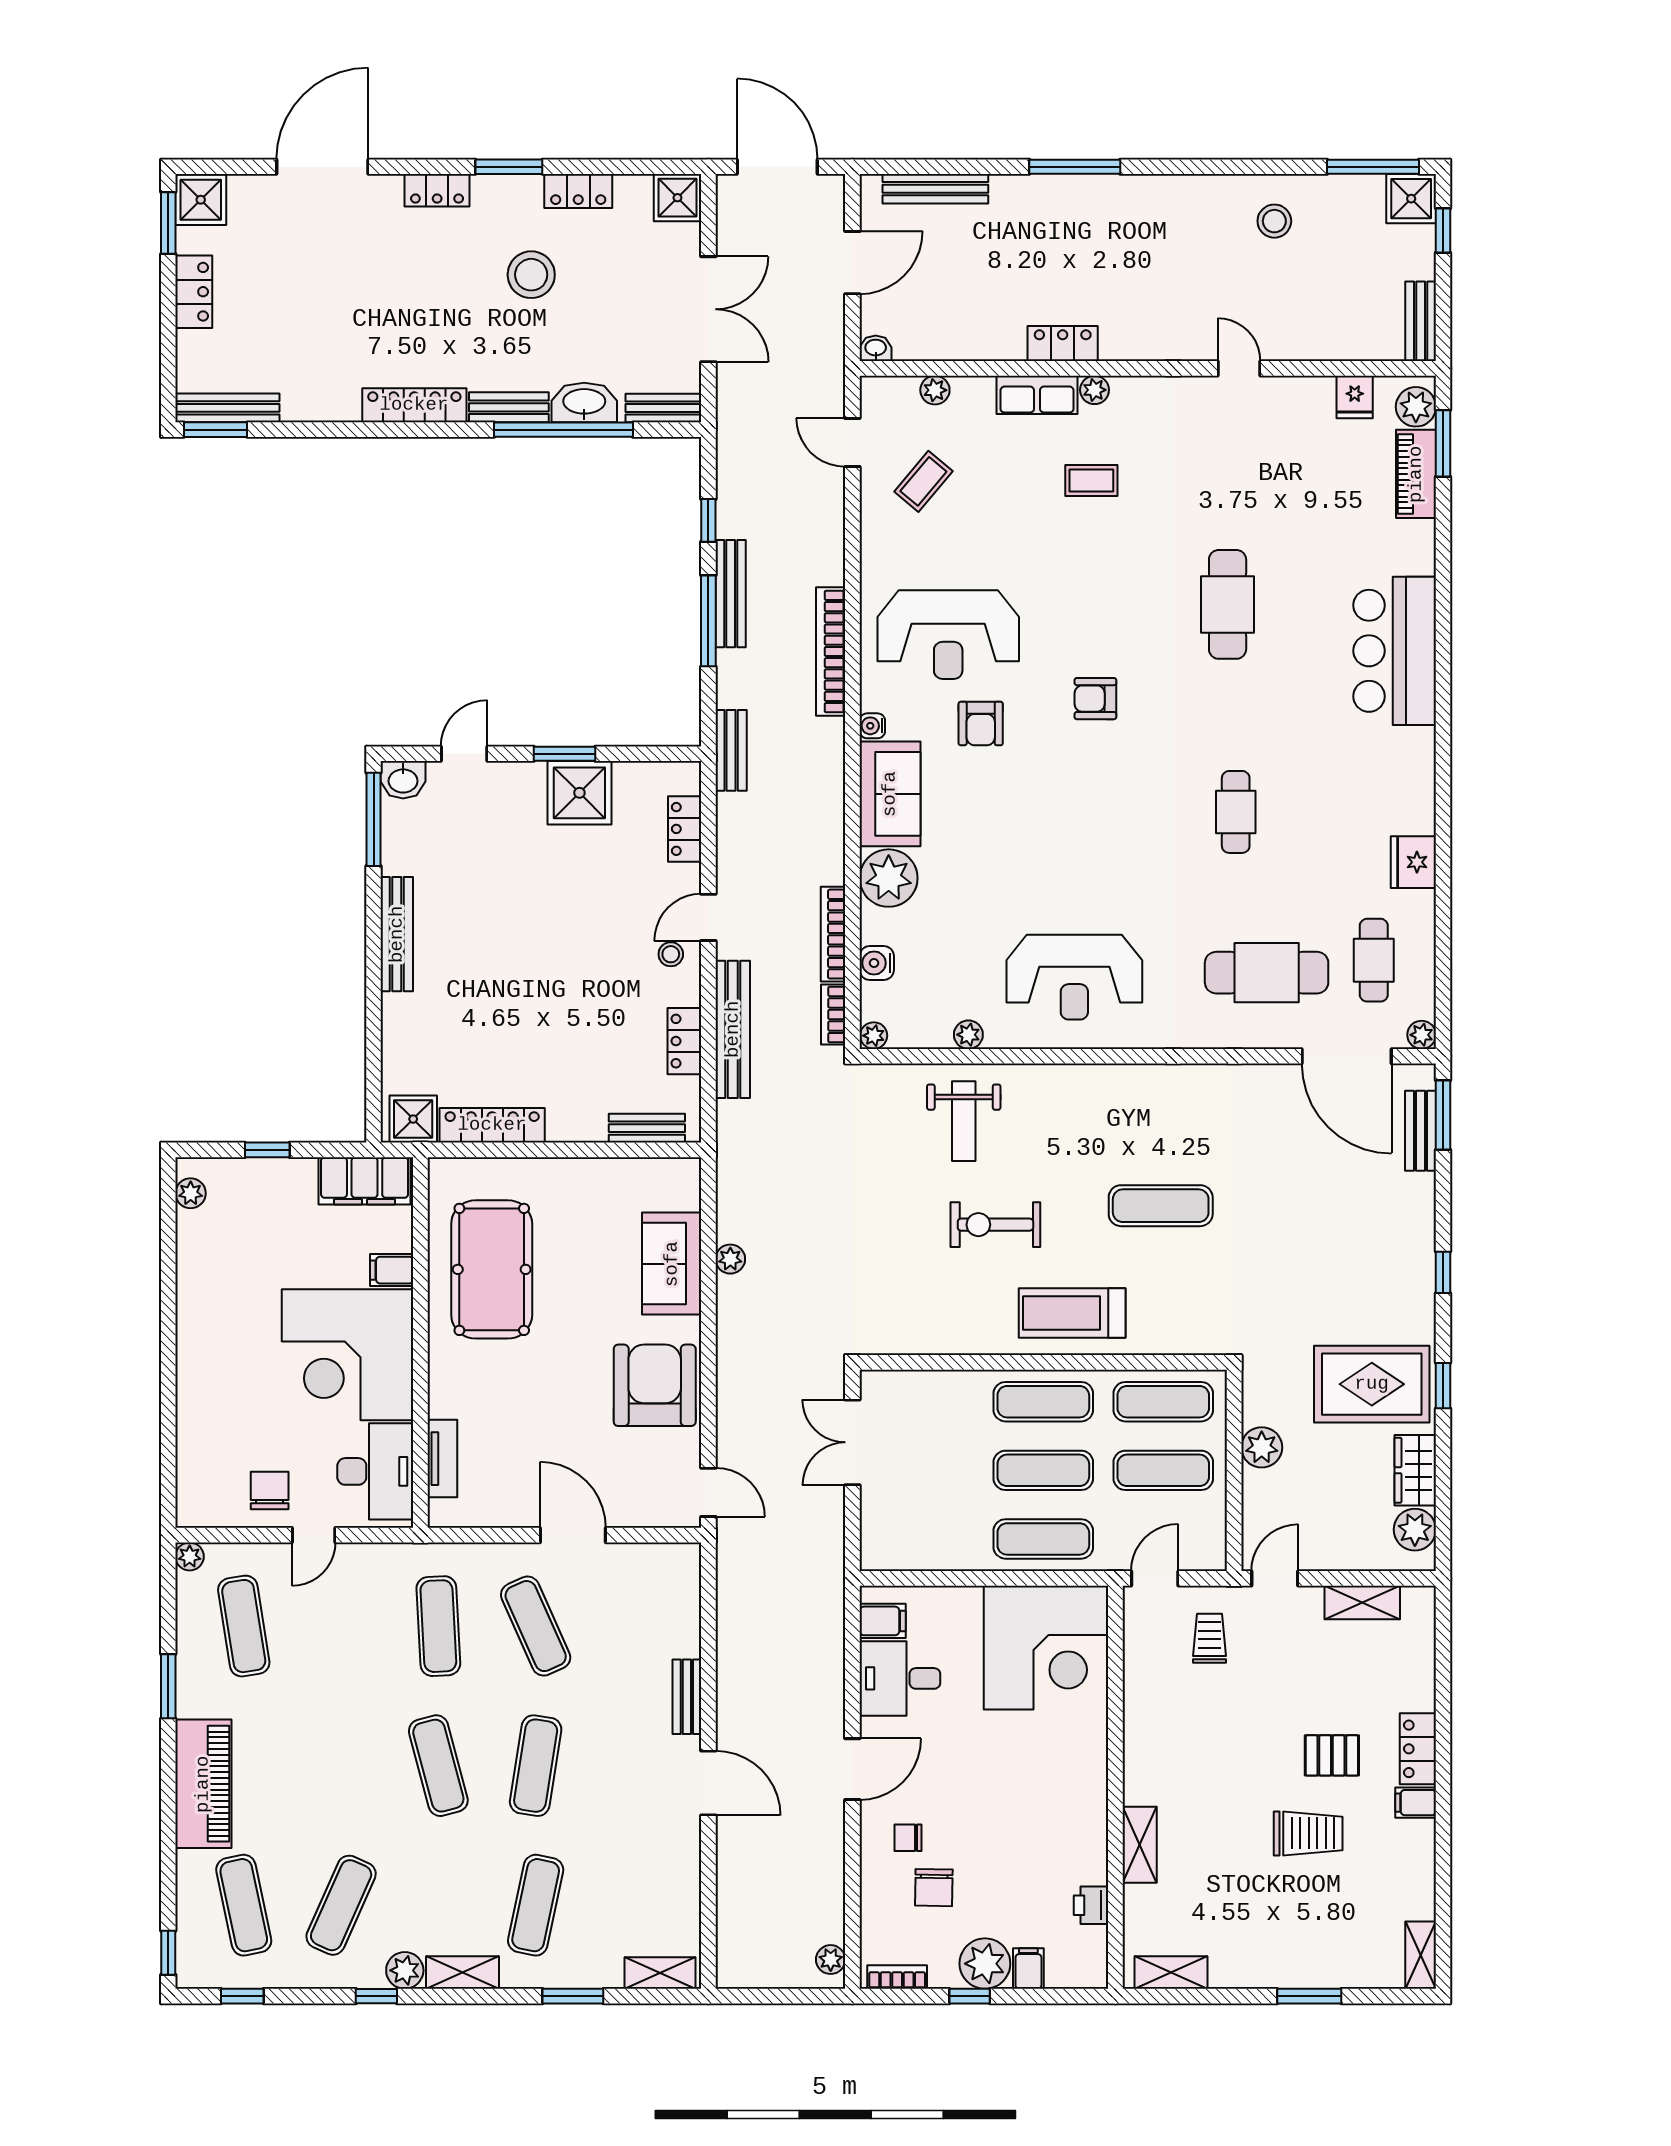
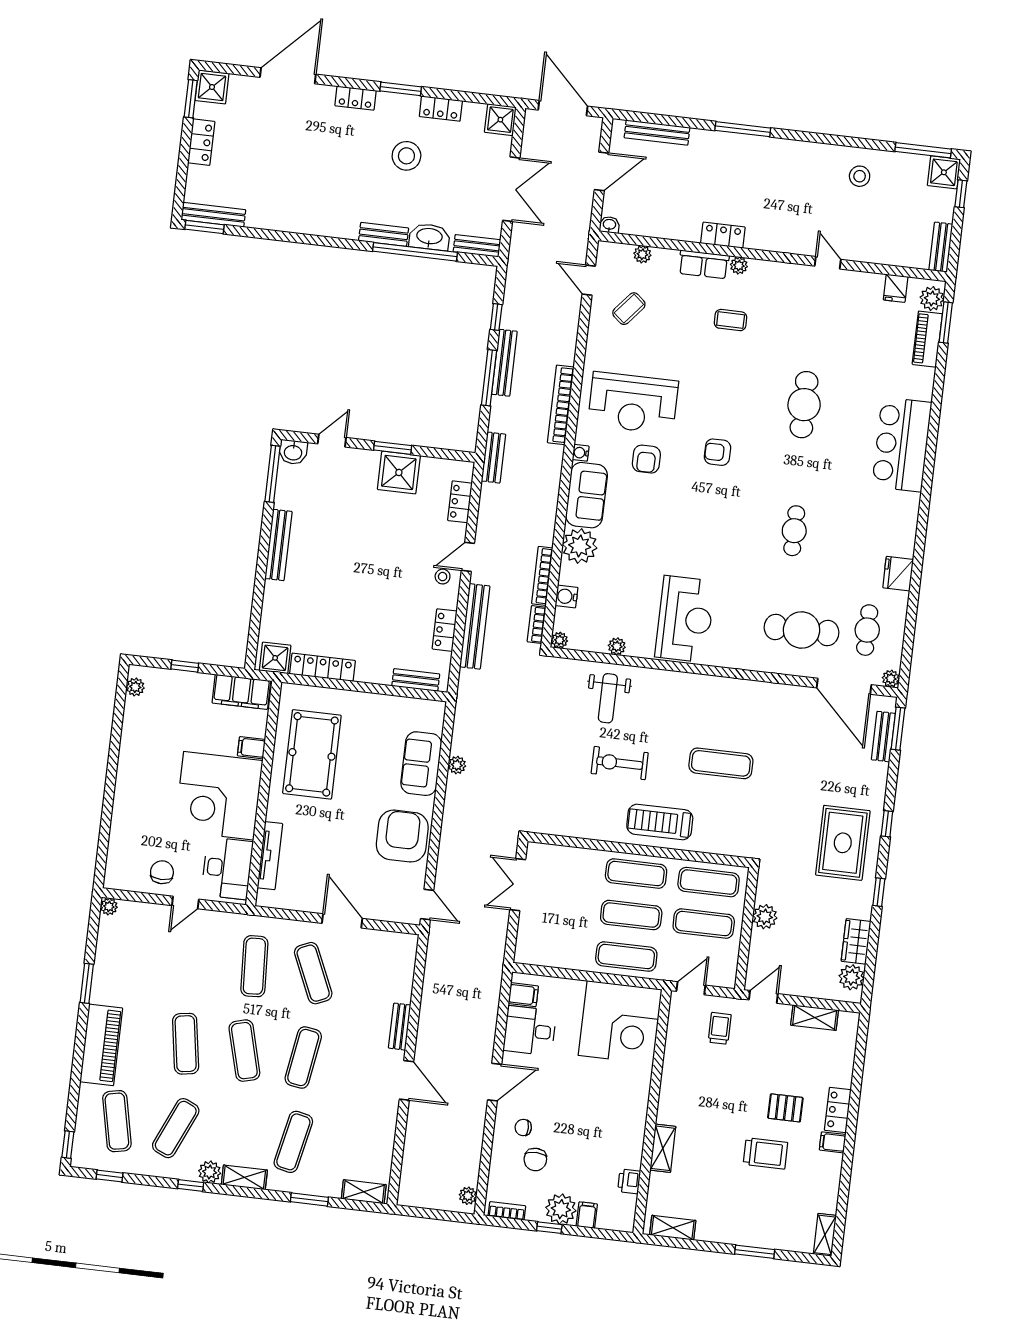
locker: (414, 405) -> (327, 226), removed
reception desk: (1074, 977) -> (685, 619), turned -90
rug: (1372, 1384) -> (843, 843), moved, turned 90
tv unit: (442, 1459) -> (270, 856), width x1.41
exercise mat: (244, 1626) -> (186, 1044), moved

